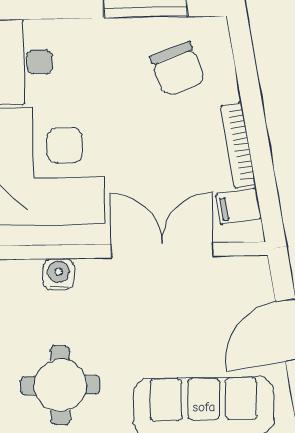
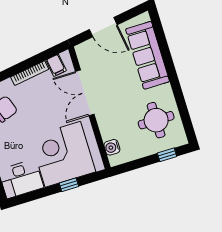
water cooler: (59, 274) -> (112, 147), moved

